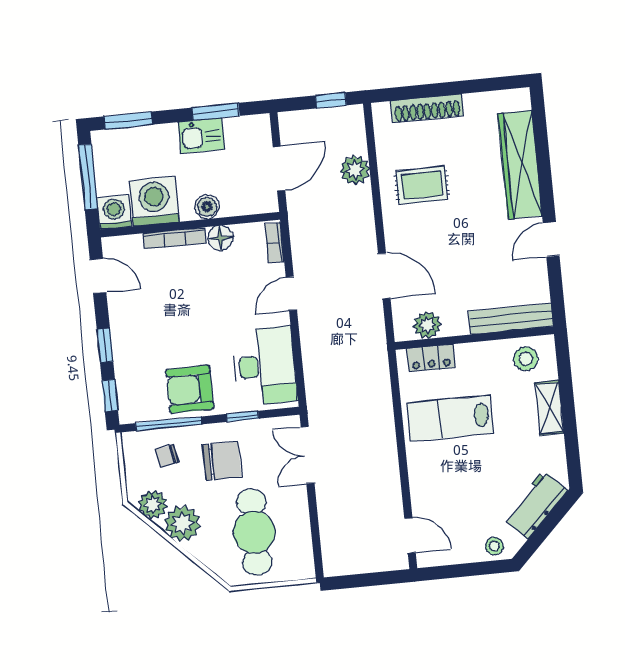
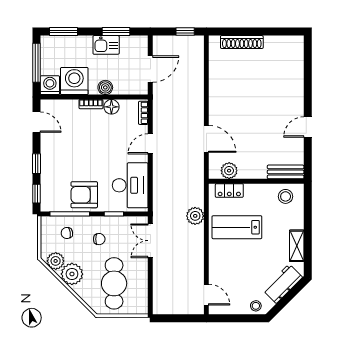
wardrobe: (520, 165) -> (294, 81), removed
plant: (355, 170) -> (195, 216), moved
rug: (422, 185) -> (234, 87), removed
bookcase: (175, 238) -> (91, 104), width x0.64
bench: (511, 319) -> (286, 172), width x0.73
shelving: (549, 408) -> (297, 246), moved
chair: (222, 461) -> (99, 239), width x0.54, depth x0.54

